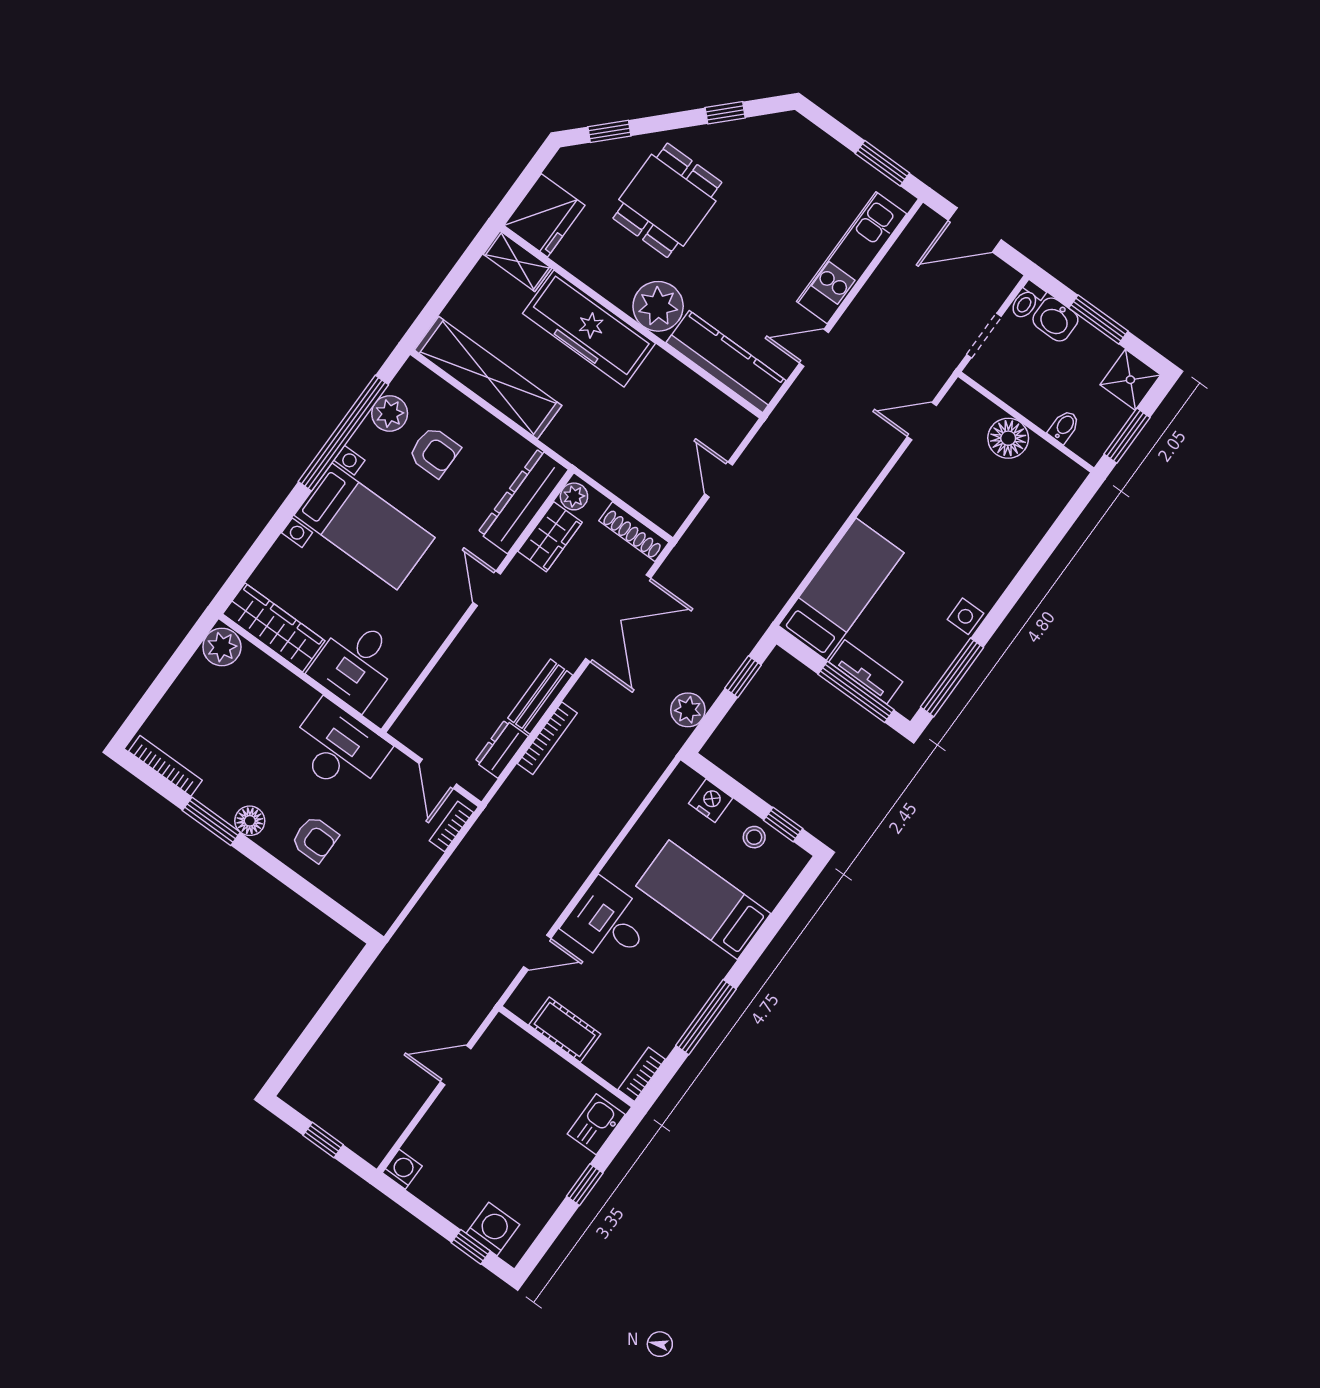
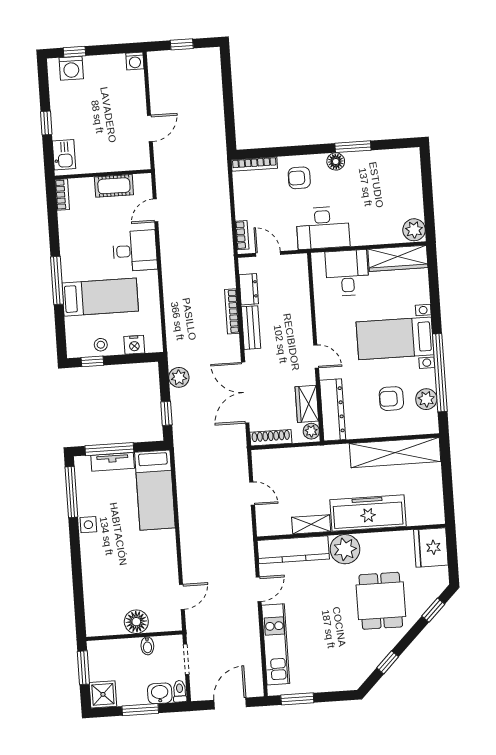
shelving: (517, 261) -> (311, 524), moved
bidet: (1064, 427) -> (147, 646), moved
bookcase: (165, 766) -> (254, 164), moved
window: (706, 1017) -> (57, 280), moved

